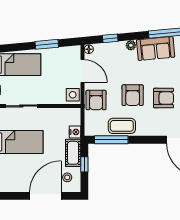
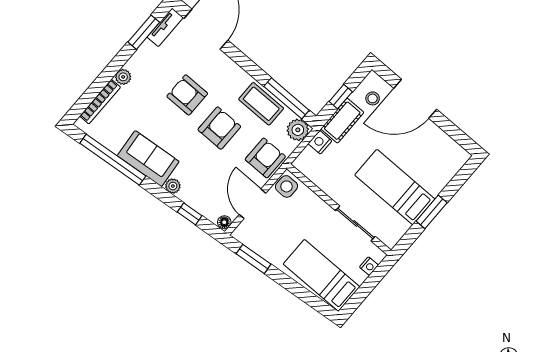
window: (47, 44) -> (253, 259), moved
plant: (92, 129) -> (298, 130), added

